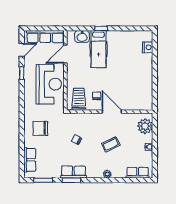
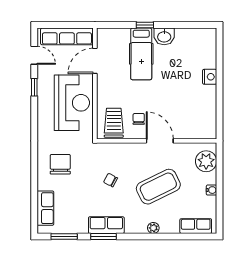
washbasin: (82, 37) -> (164, 36), moved
nightstand: (148, 47) -> (210, 77), moved
door: (22, 50) -> (34, 55), hinge flipped
chair: (40, 128) -> (60, 164), turned 90
coffee table: (111, 144) -> (158, 187), width x1.86, depth x1.72

